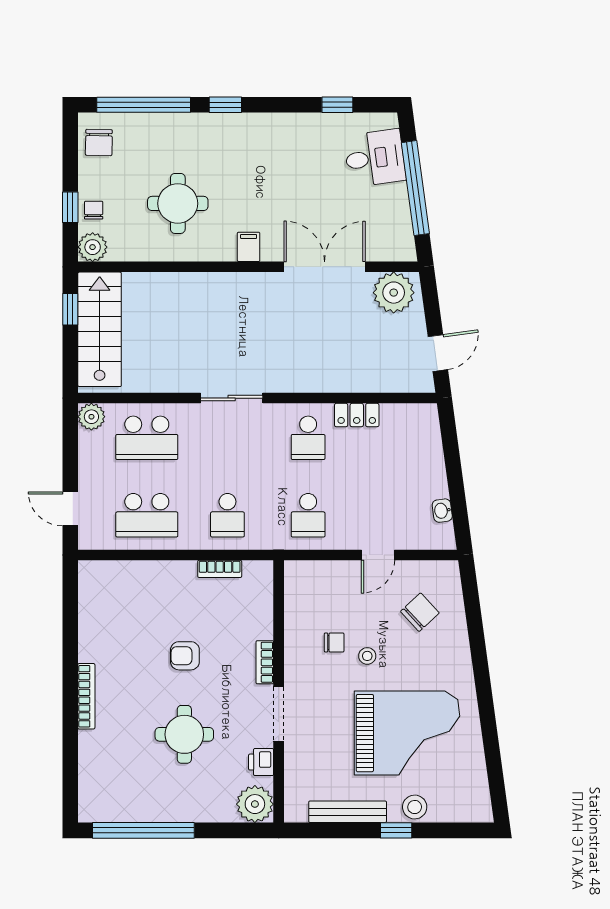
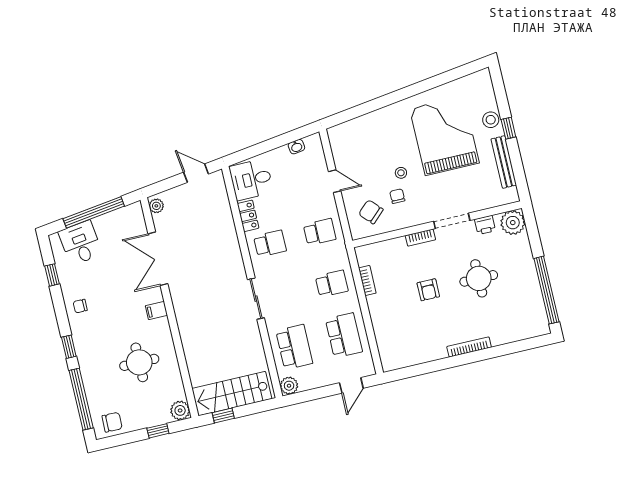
chair: (94, 210) -> (80, 306), moved
plant: (394, 293) -> (156, 206), width x0.53, depth x0.53
desk: (409, 432) -> (251, 180), added
chair: (420, 612) -> (371, 212), moved

